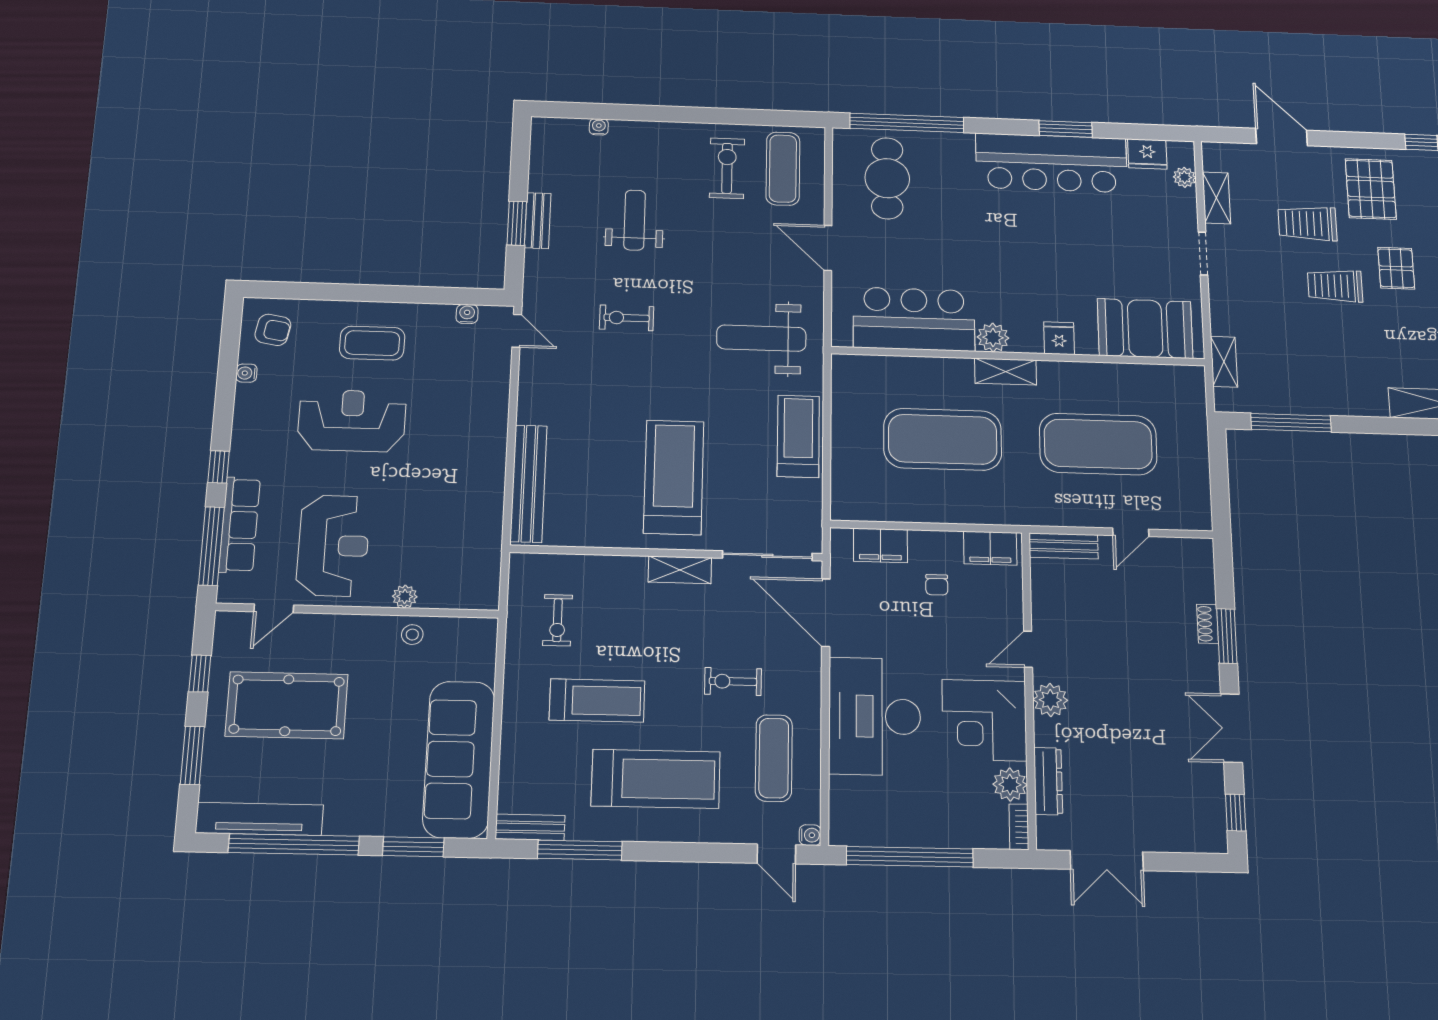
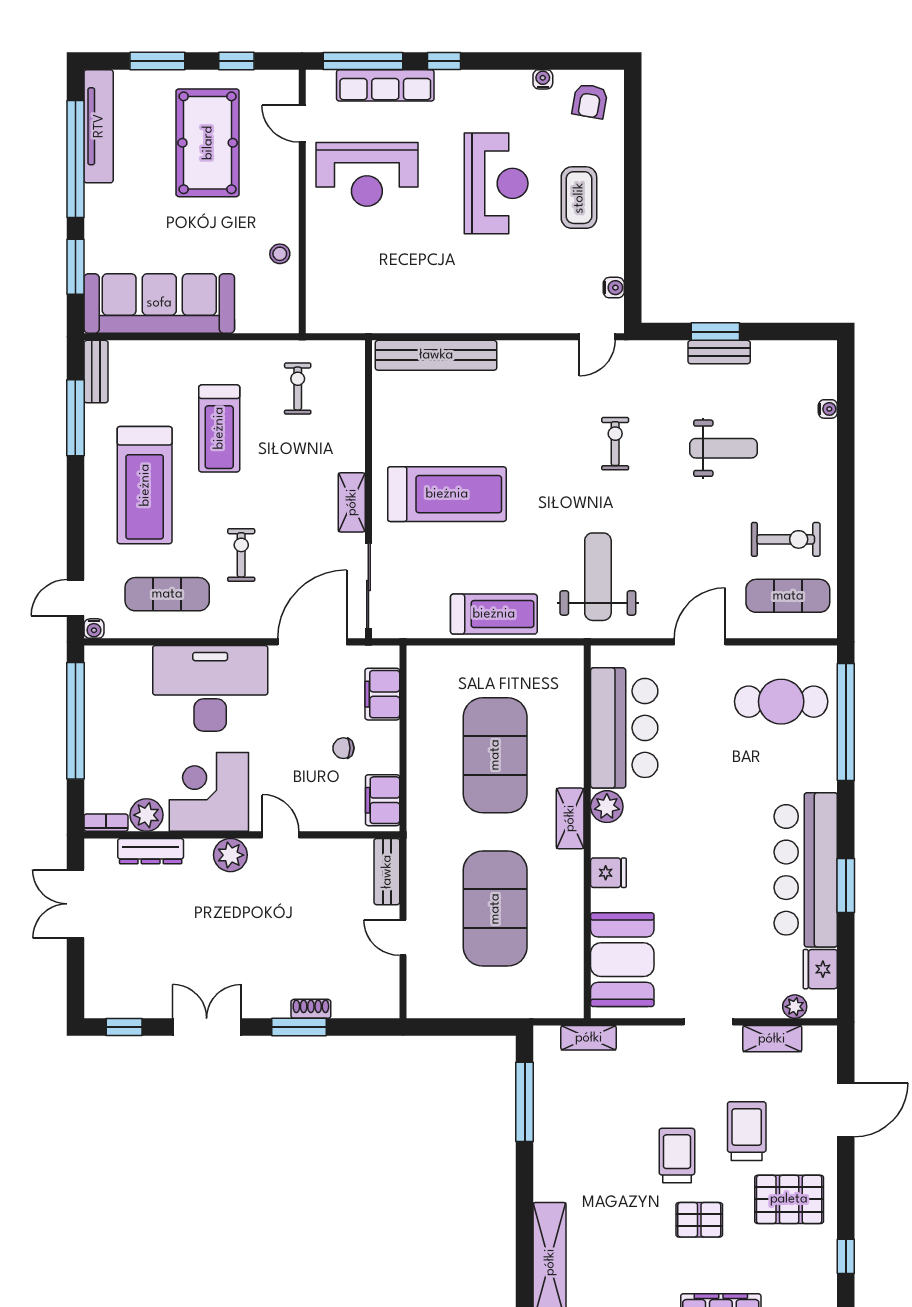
plant: (405, 597) -> (317, 245), removed
exercise bike: (557, 620) -> (298, 389), turned 90

